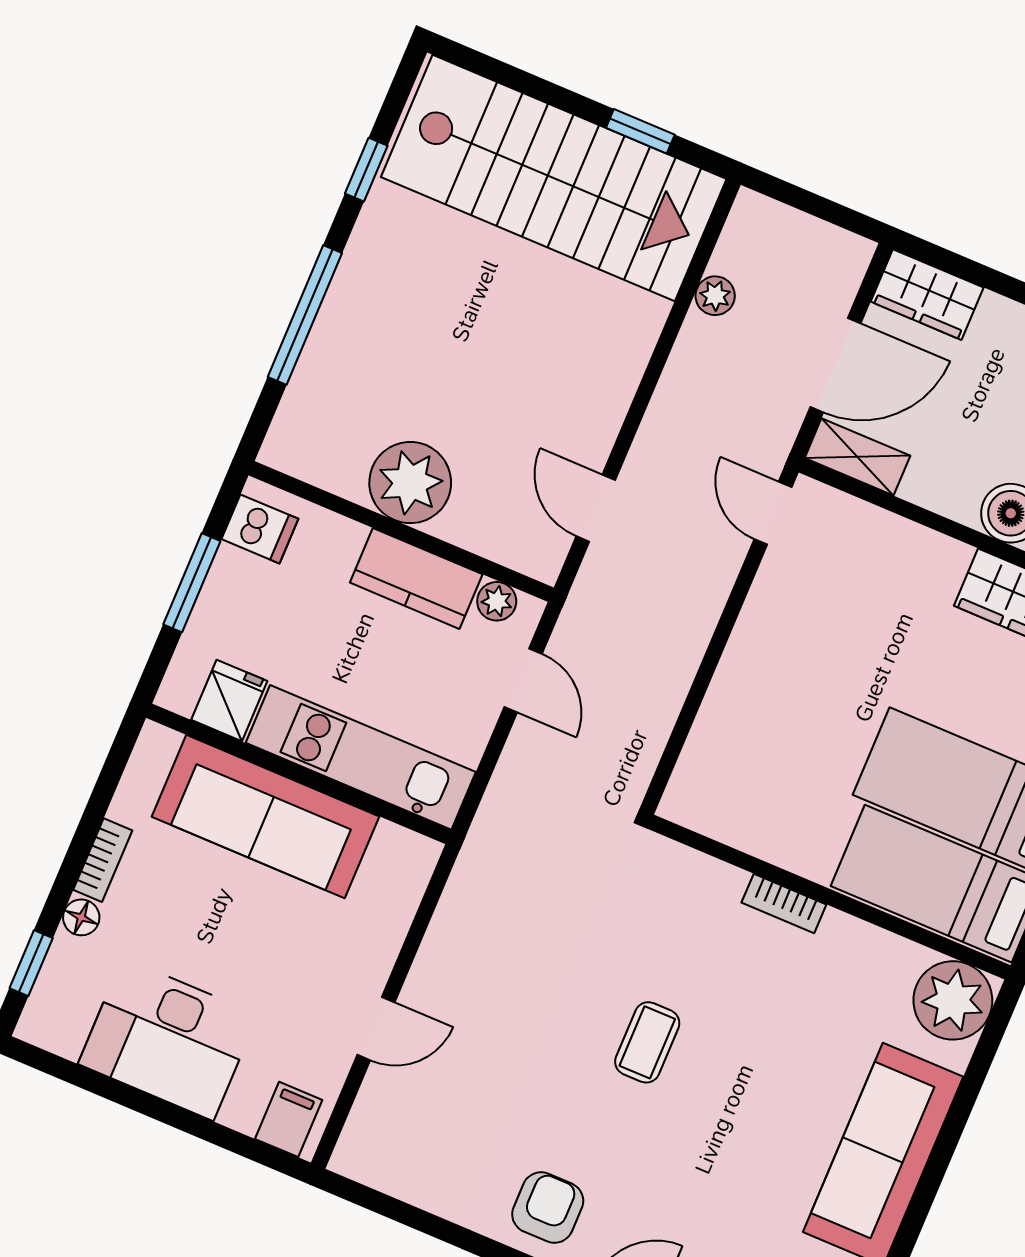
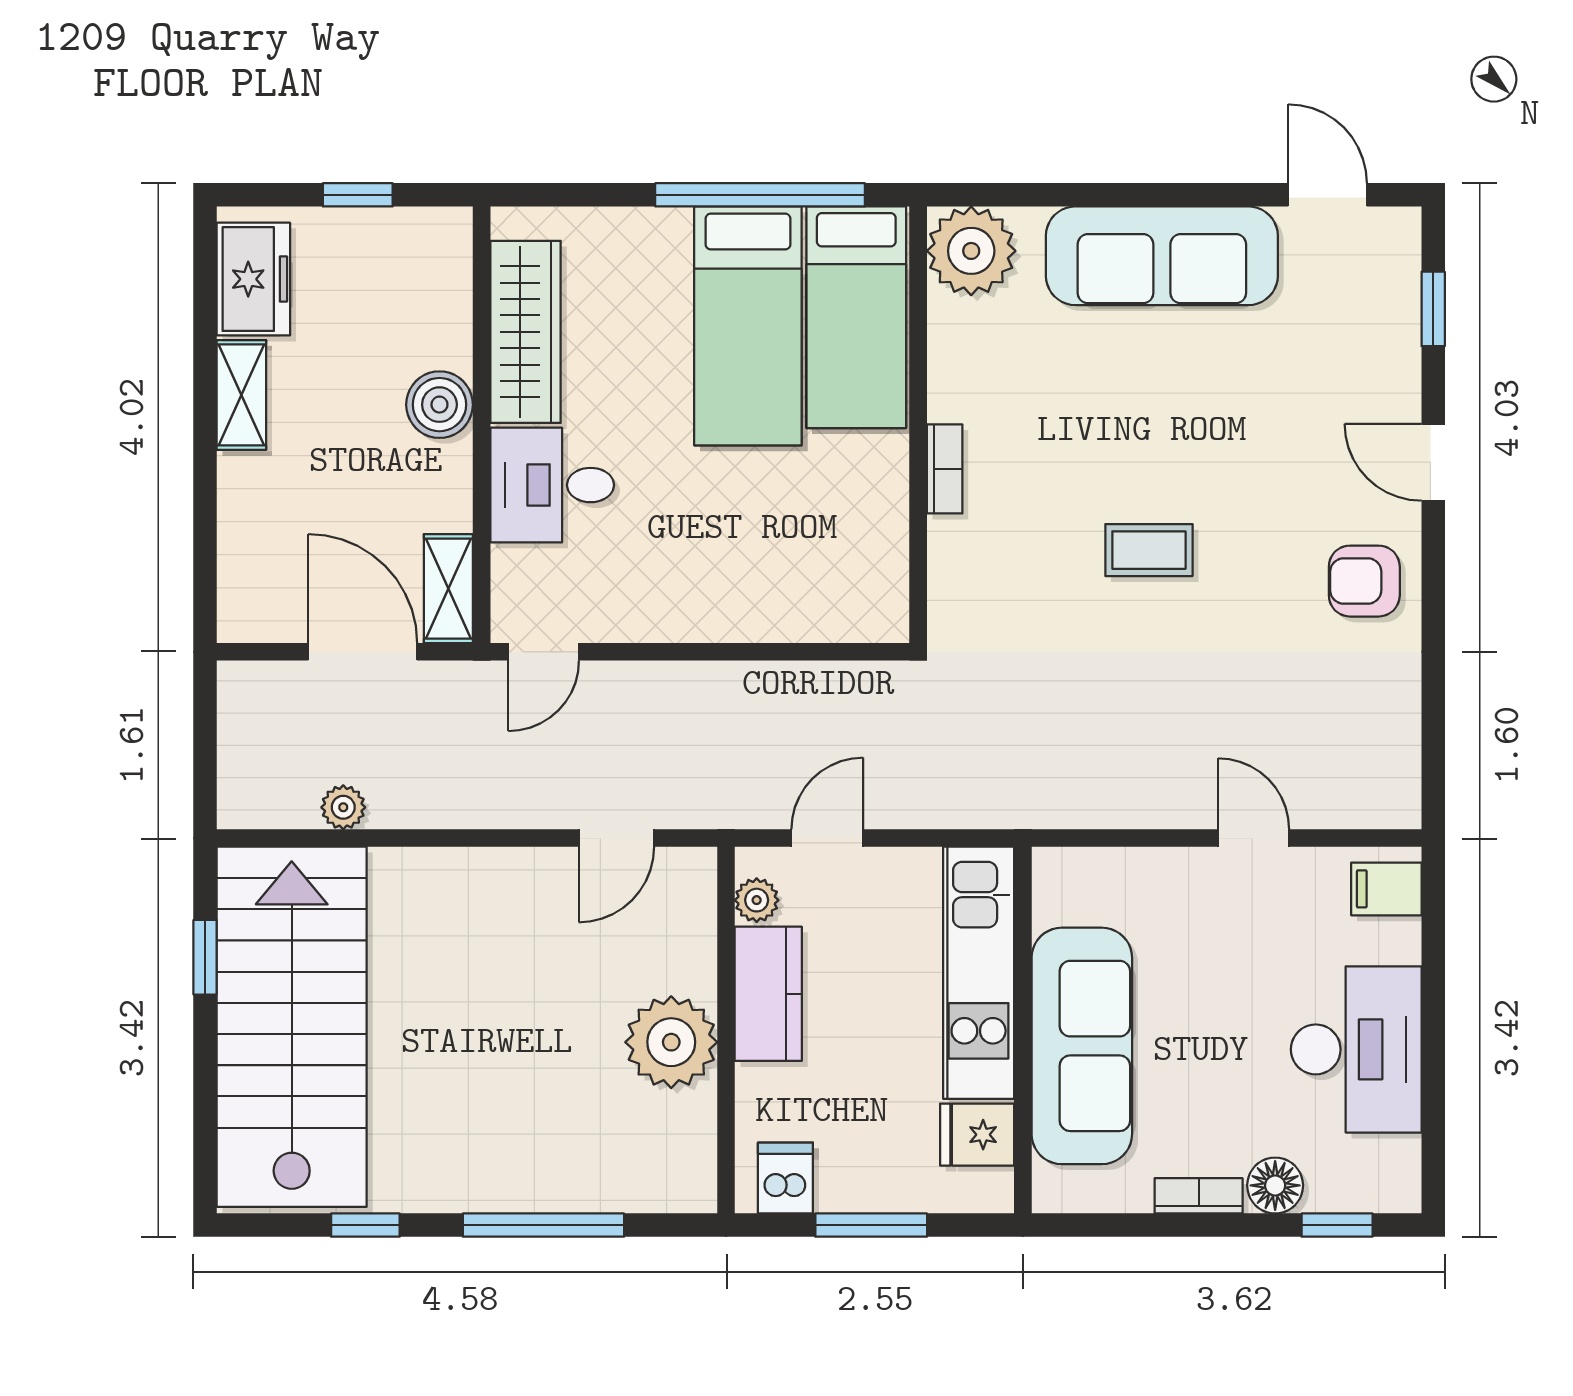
wardrobe: (927, 295) -> (249, 587), removed
desk: (906, 577) -> (552, 485), added
floor lamp: (81, 917) -> (1275, 1185), width x1.37, depth x1.37

